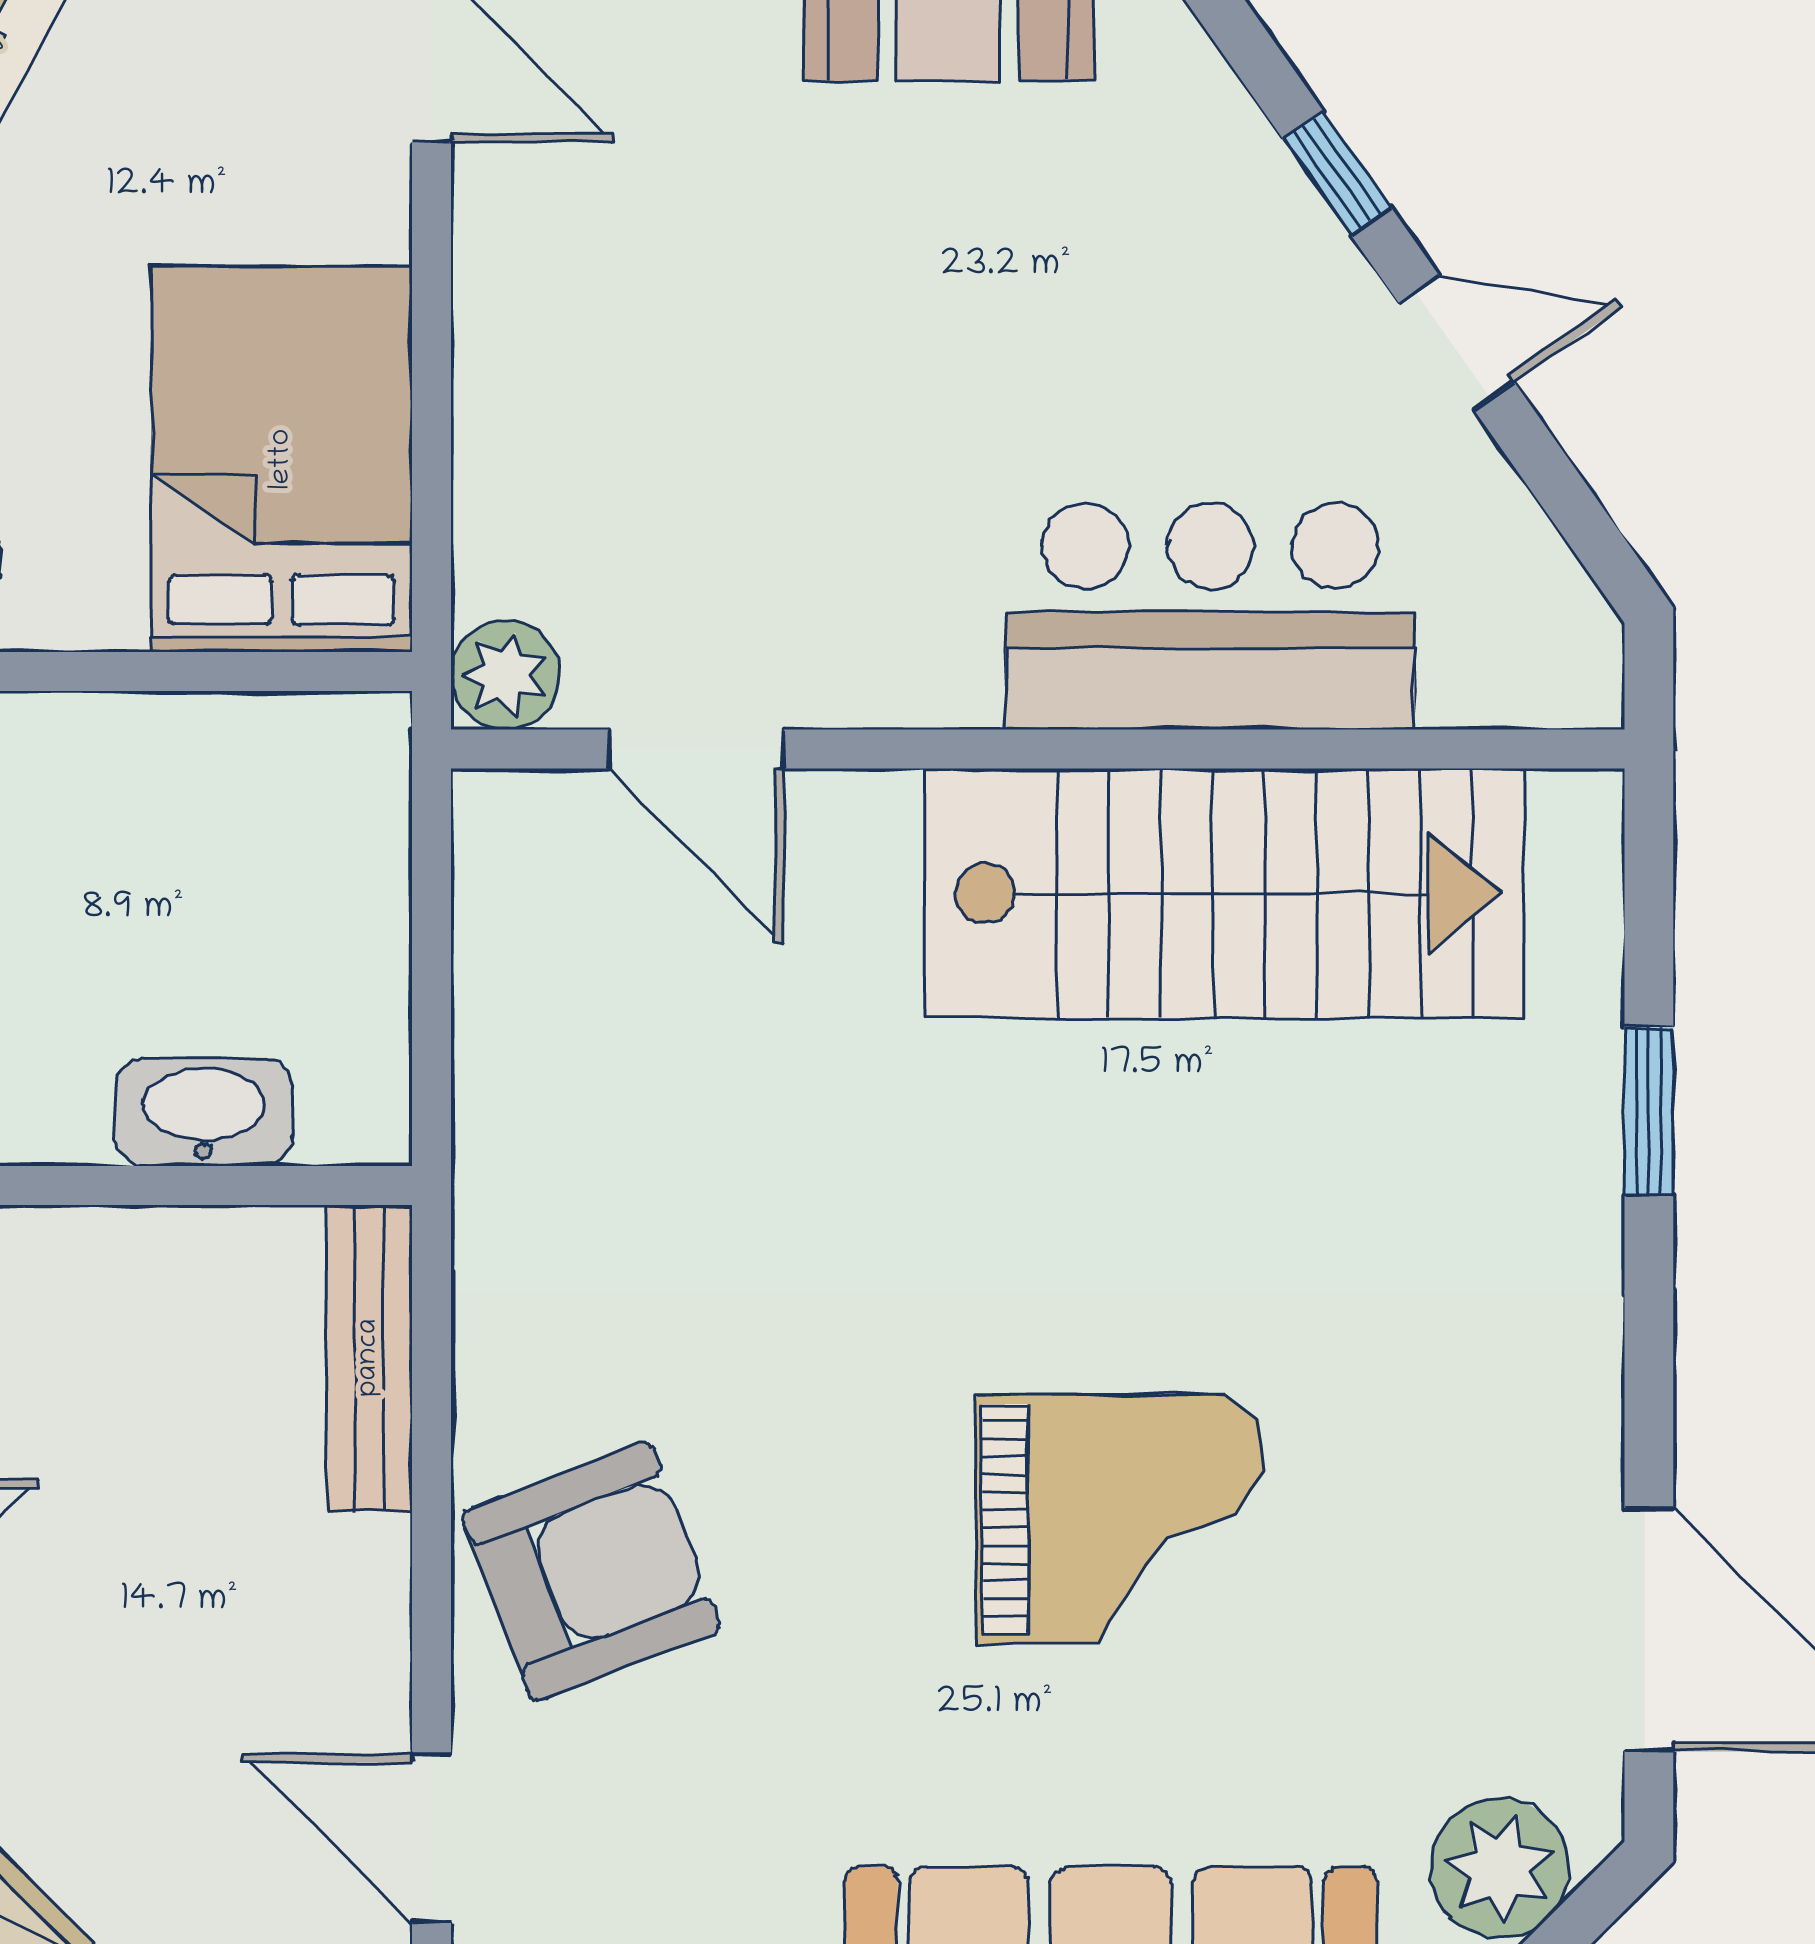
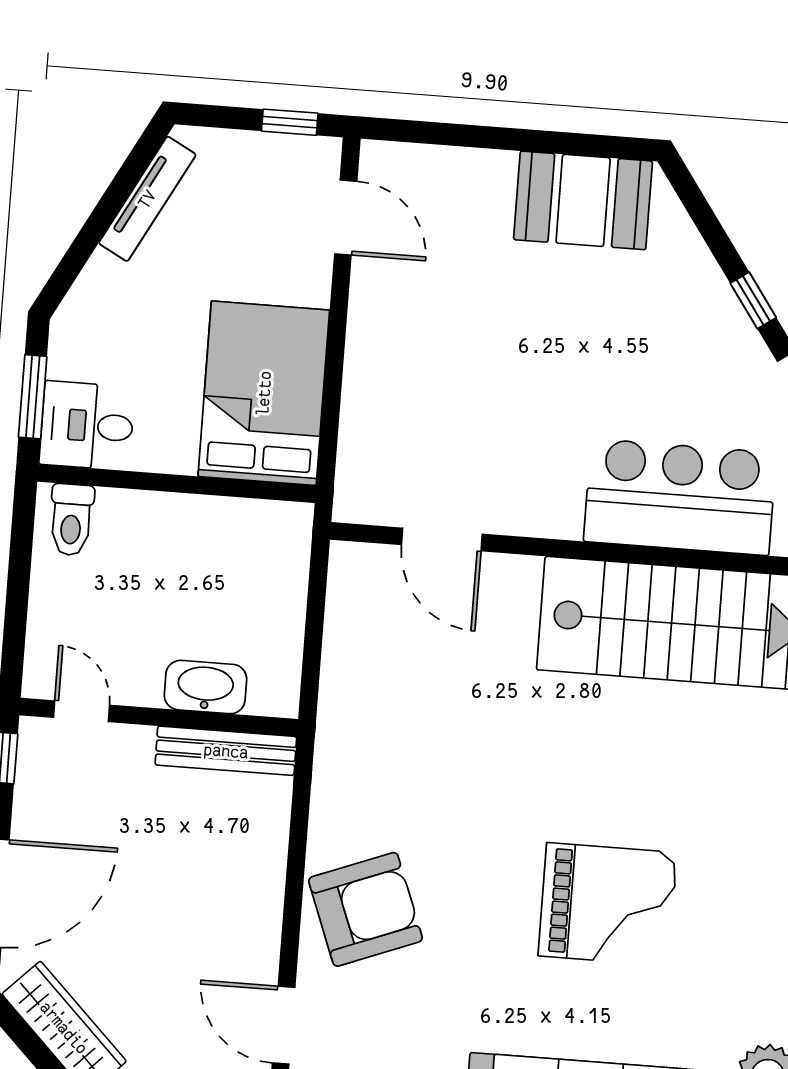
plant: (505, 675) -> (358, 499), removed
bench: (369, 1358) -> (226, 751), moved, turned 90

